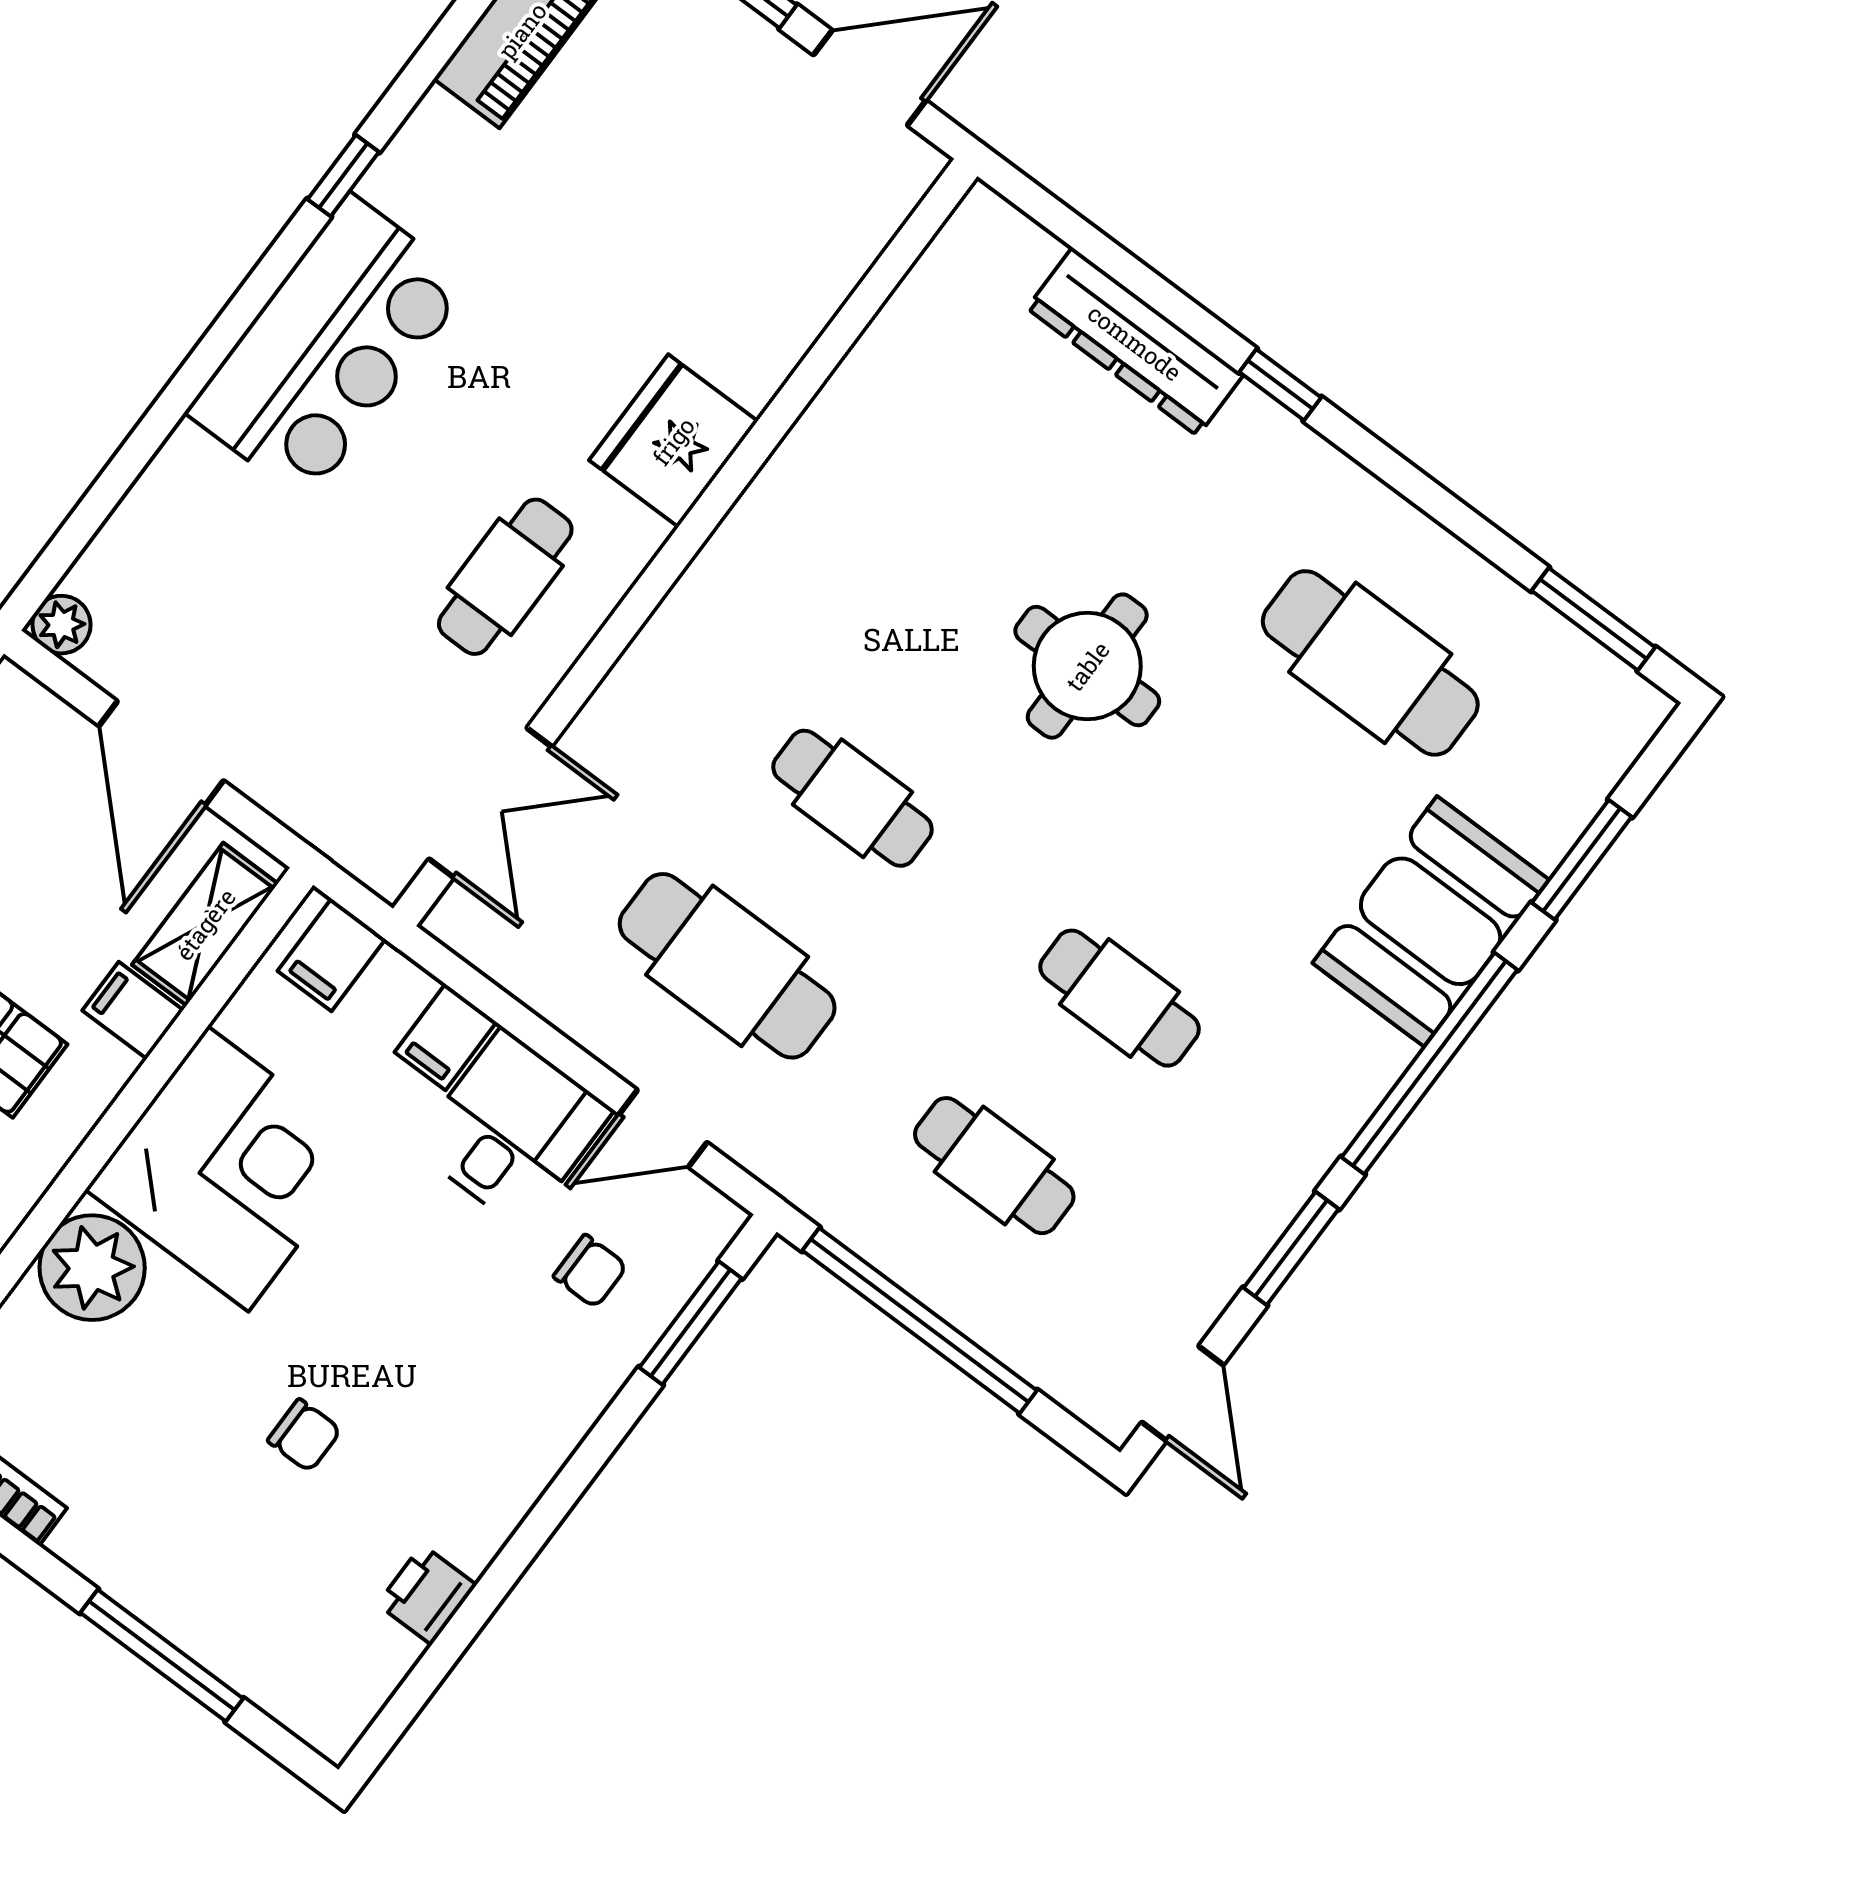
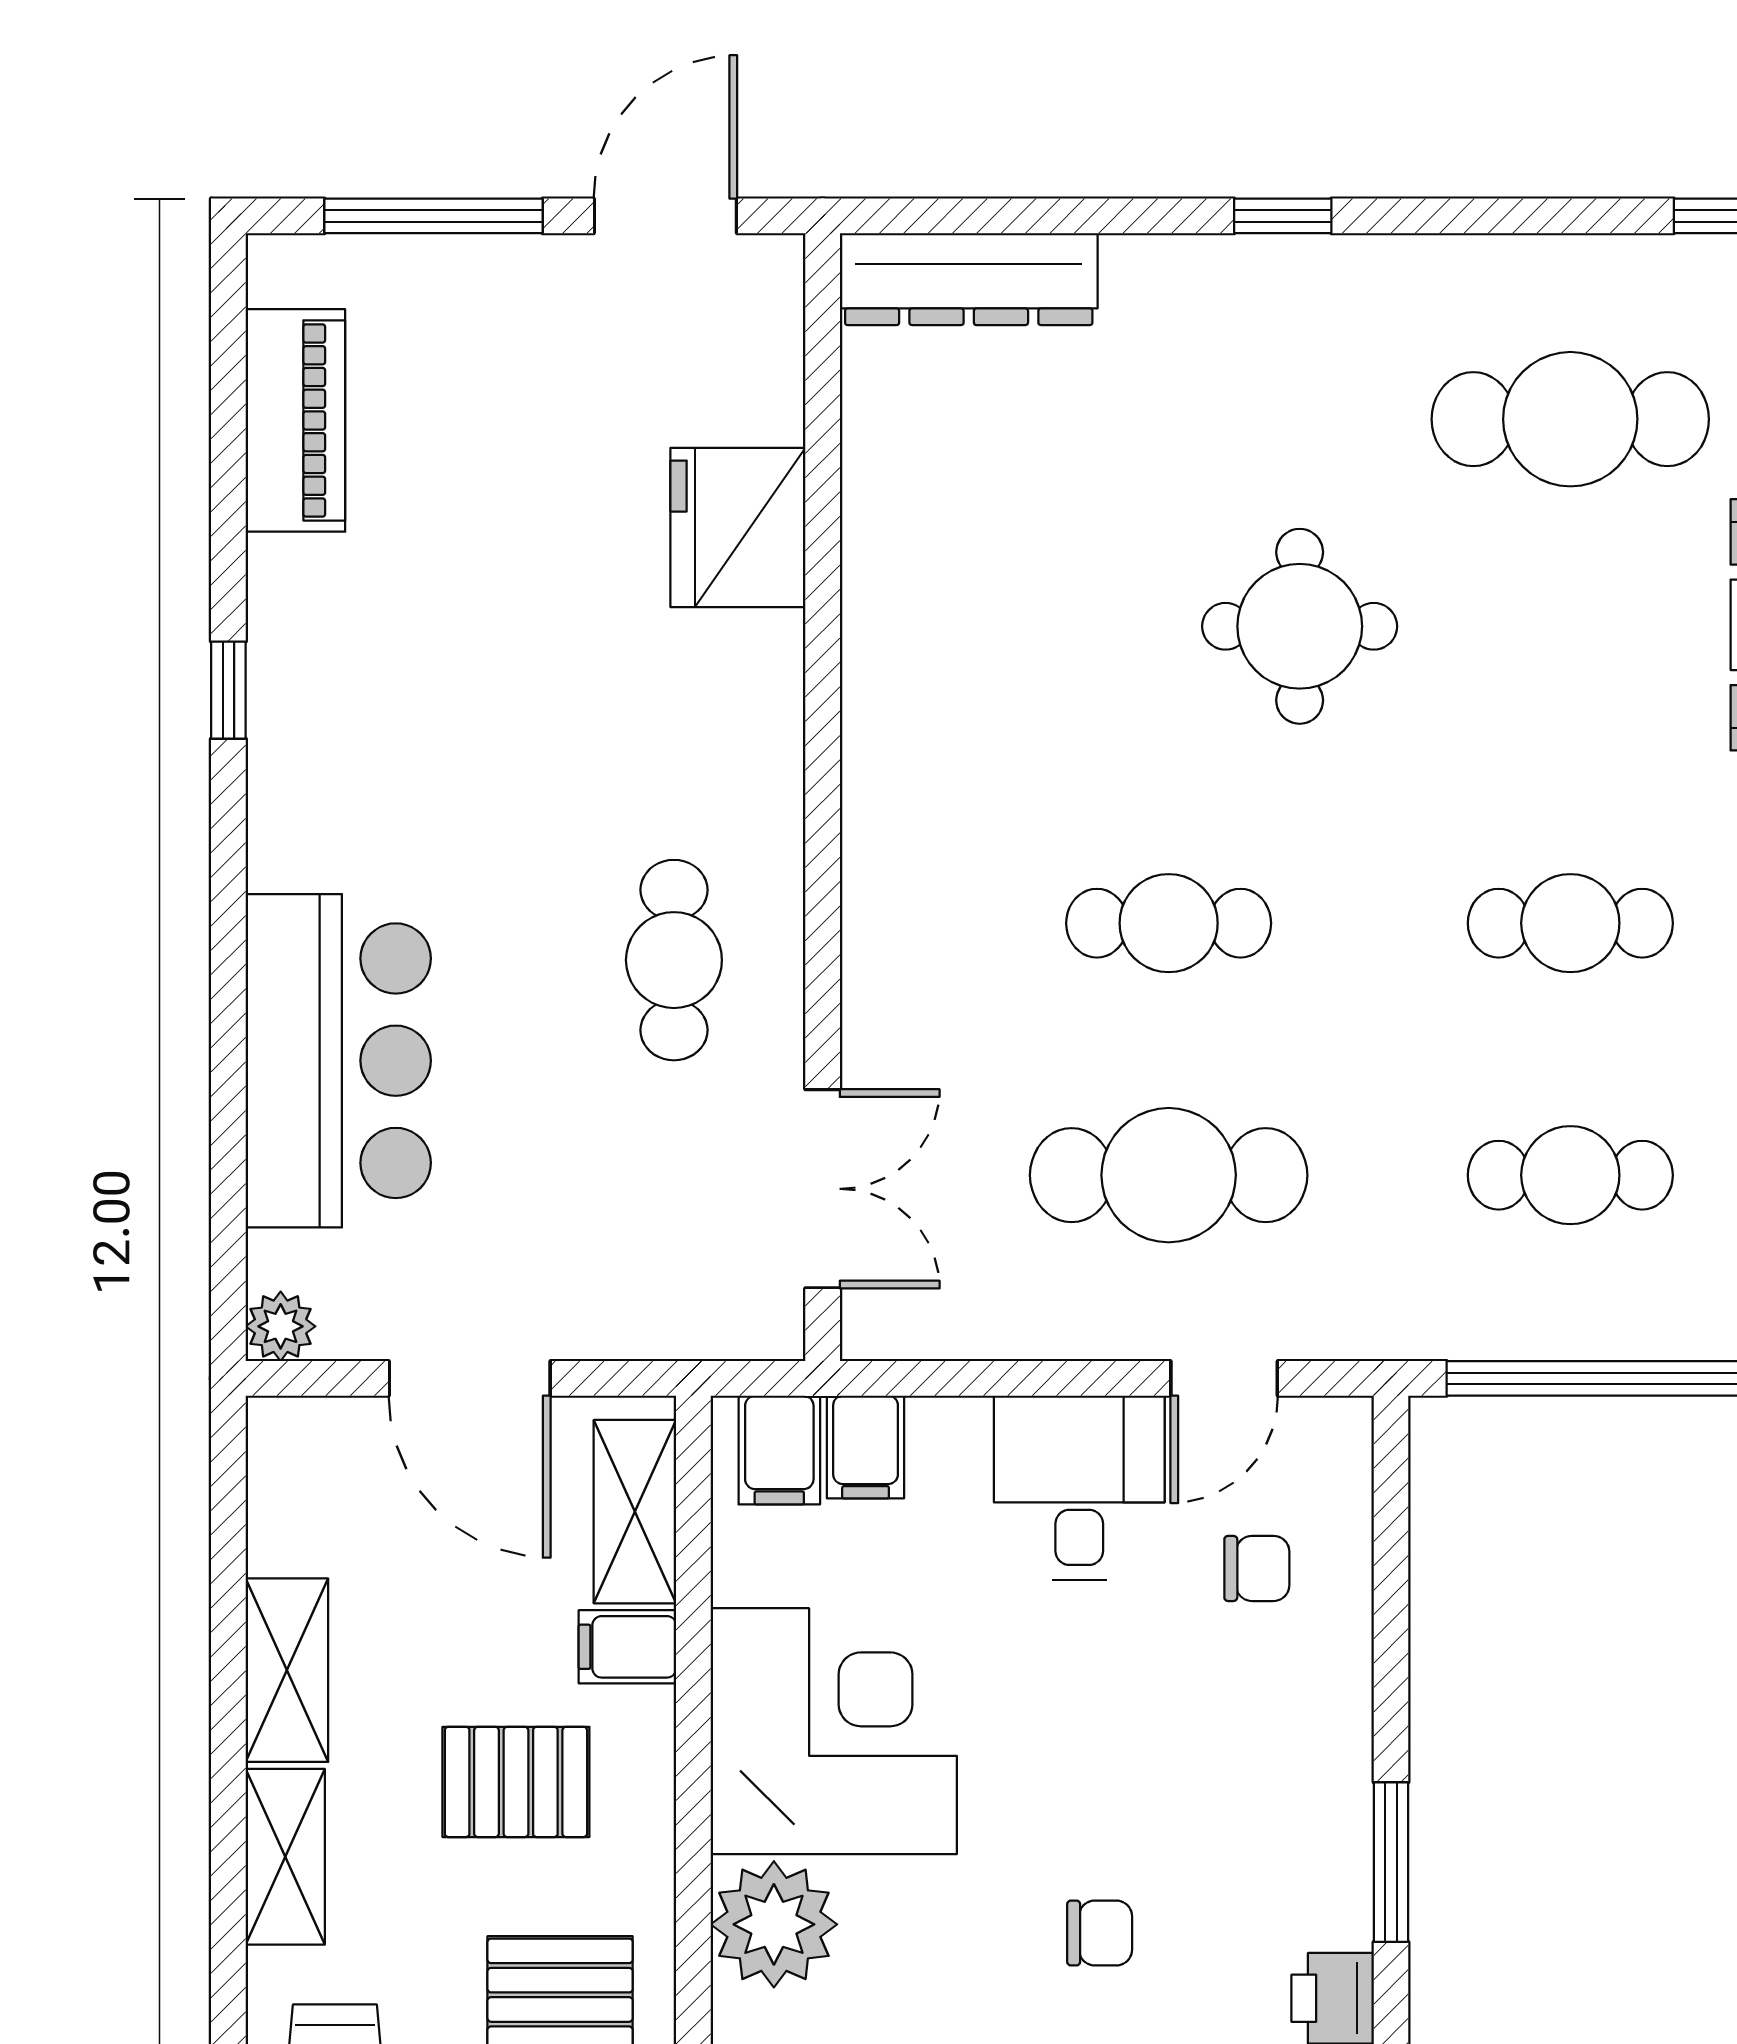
dresser: (1135, 342) -> (969, 279), moved
bar counter: (328, 348) -> (338, 1061), moved
fridge: (673, 441) -> (738, 528), moved
filing cabinet: (446, 1037) -> (866, 1447), moved
window: (691, 1323) -> (1391, 1862), moved

